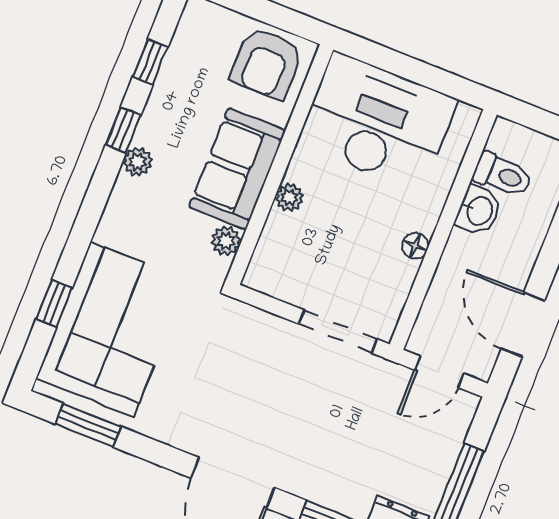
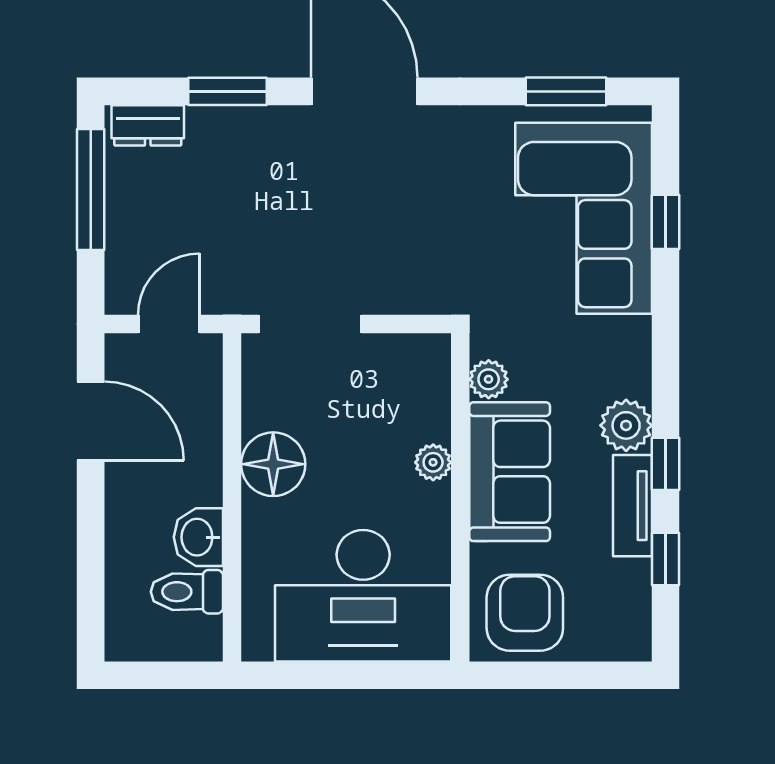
tv unit: (159, 109) -> (632, 506), added
plant: (137, 162) -> (626, 425), width x1.38, depth x1.38
floor lamp: (415, 246) -> (273, 464), width x1.89, depth x1.89

